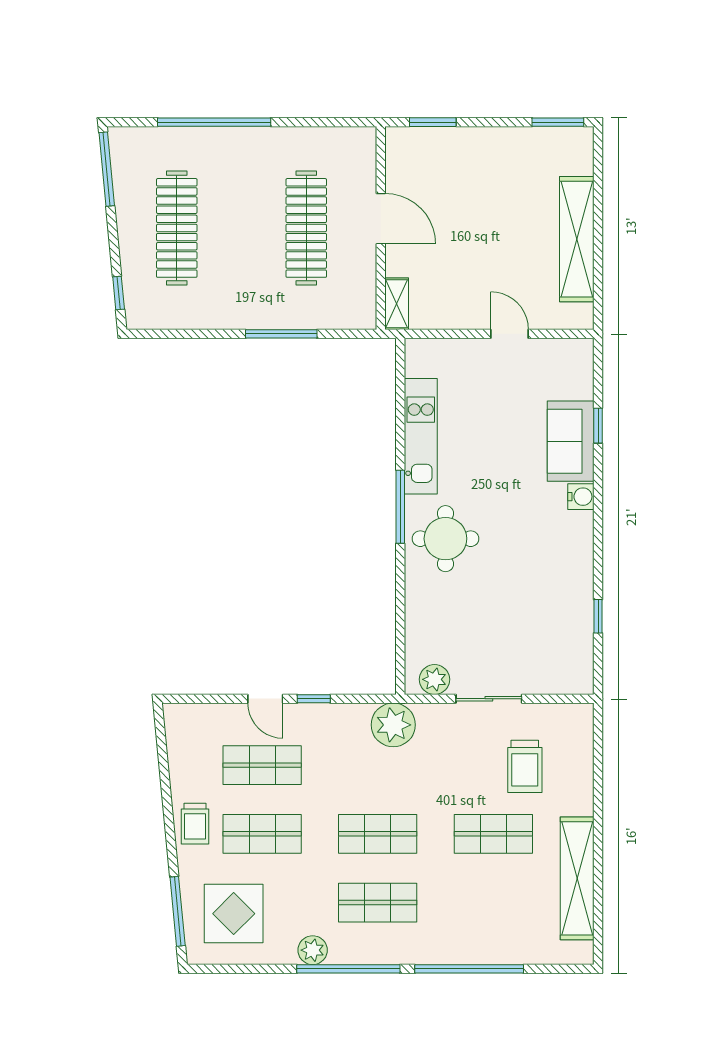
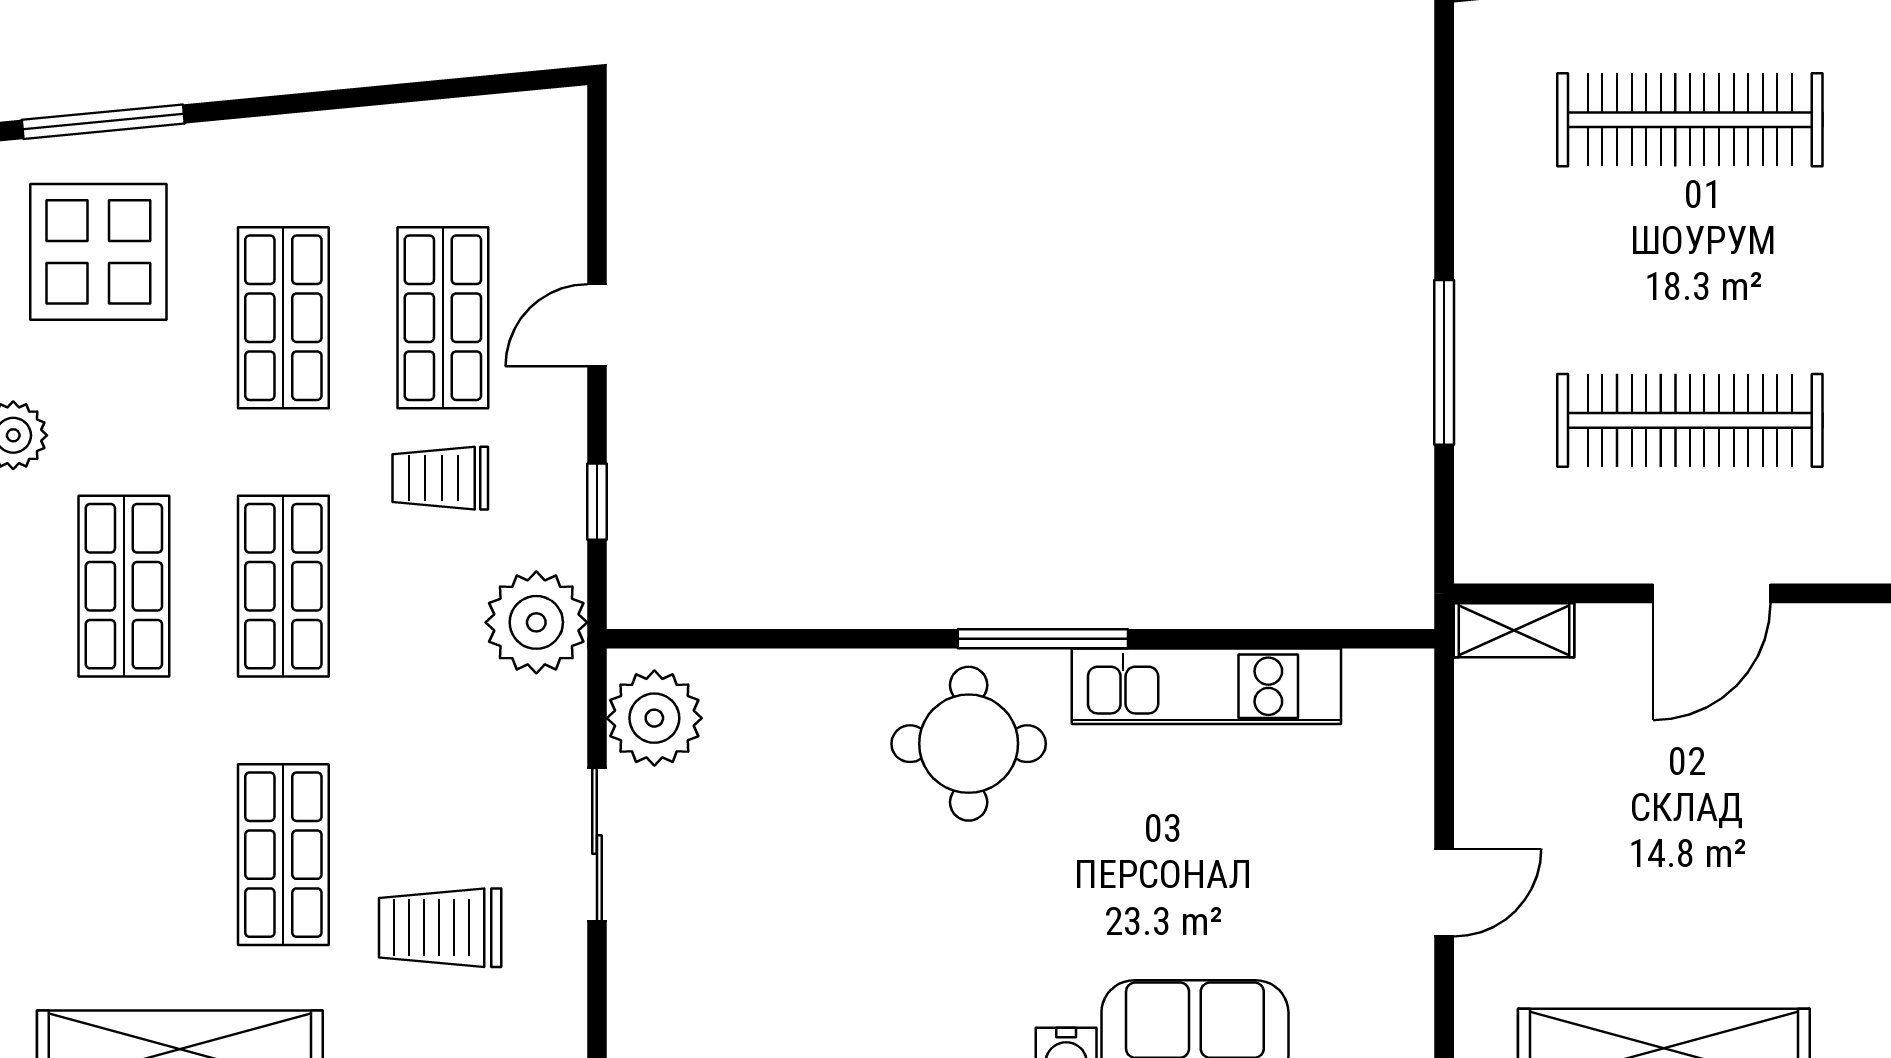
plant: (434, 679) -> (654, 718), width x1.36, depth x1.36
window: (314, 699) -> (597, 502), moved
trolley: (195, 824) -> (440, 478), moved

